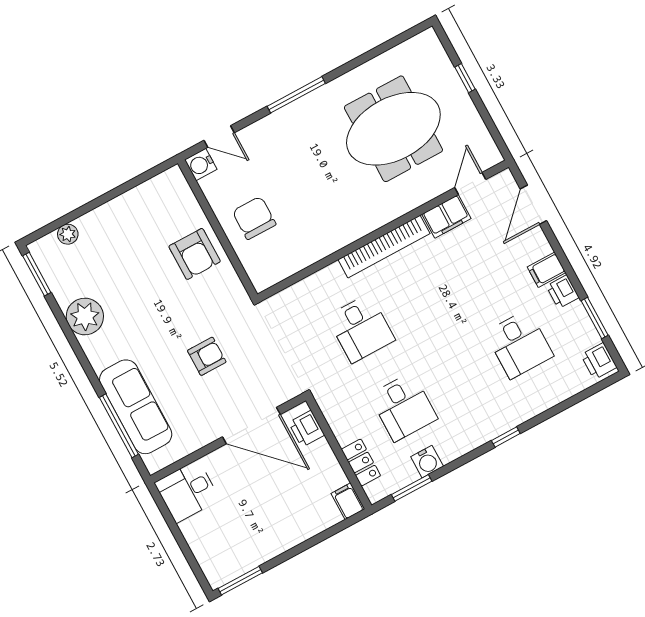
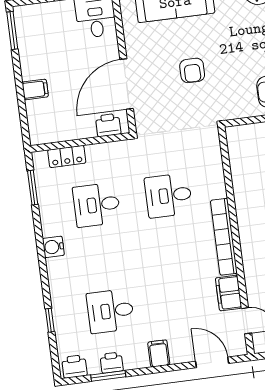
printer: (563, 292) -> (112, 363), moved
window: (506, 437) -> (50, 320), moved
water cooler: (427, 462) -> (53, 247), moved
filing cabinet: (348, 501) -> (35, 89), moved

